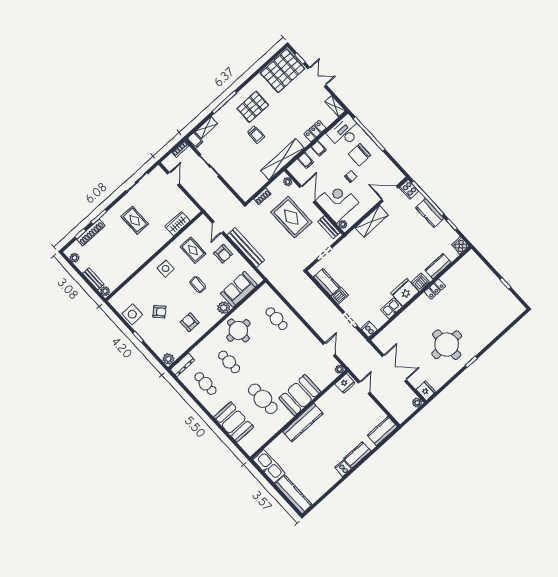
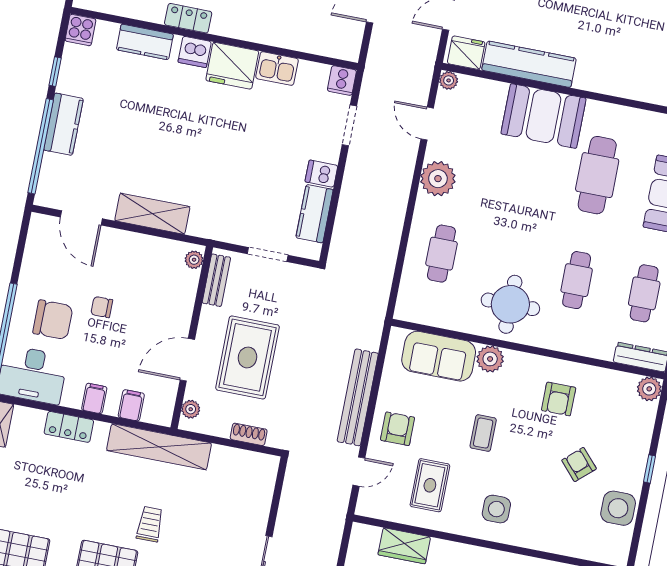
cooker: (409, 189) -> (49, 190), removed
corner desk: (337, 201) -> (162, 299), removed
plant: (306, 338) -> (438, 179), added
door: (329, 349) -> (427, 124), hinge flipped
kitchen counter: (303, 423) -> (529, 64), moved

